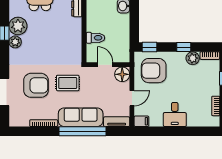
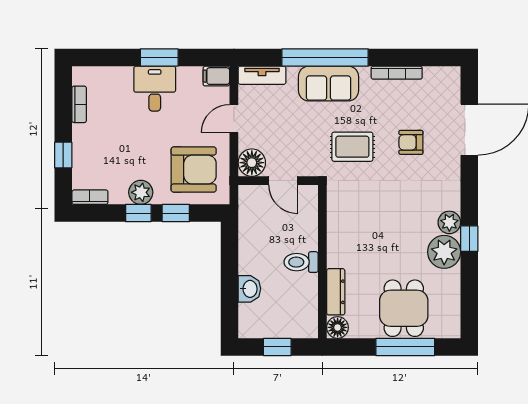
toilet: (96, 38) -> (301, 262), moved
window: (150, 47) -> (176, 213), moved
plant: (193, 58) -> (141, 192), moved
armchair: (36, 85) -> (411, 142), width x0.53, depth x0.53
sofa: (81, 117) -> (329, 84), width x0.73
window: (172, 131) -> (159, 58), added

